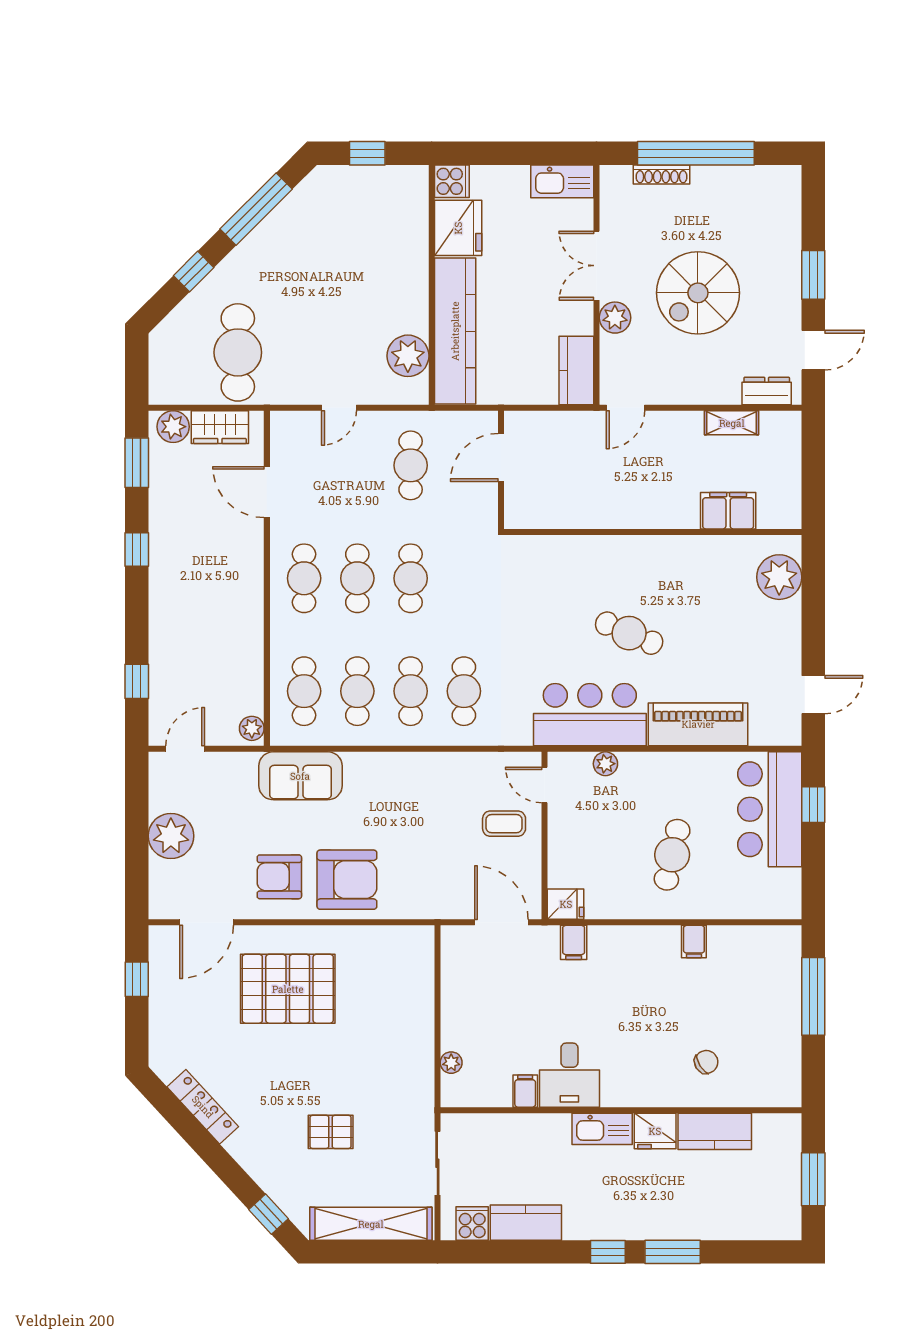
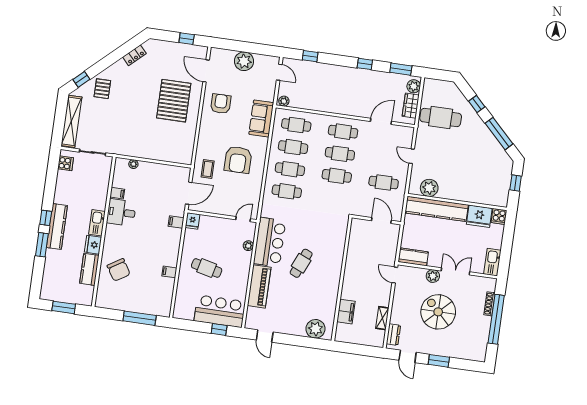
coffee table: (504, 824) -> (208, 169), moved
armchair: (347, 880) -> (238, 160), moved
chair: (706, 1062) -> (119, 270), width x1.87, depth x1.87
locker: (203, 1107) -> (134, 55), width x0.66
pallet: (331, 1132) -> (102, 89), moved
kitchen counter: (526, 1223) -> (57, 226), moved, width x1.50

